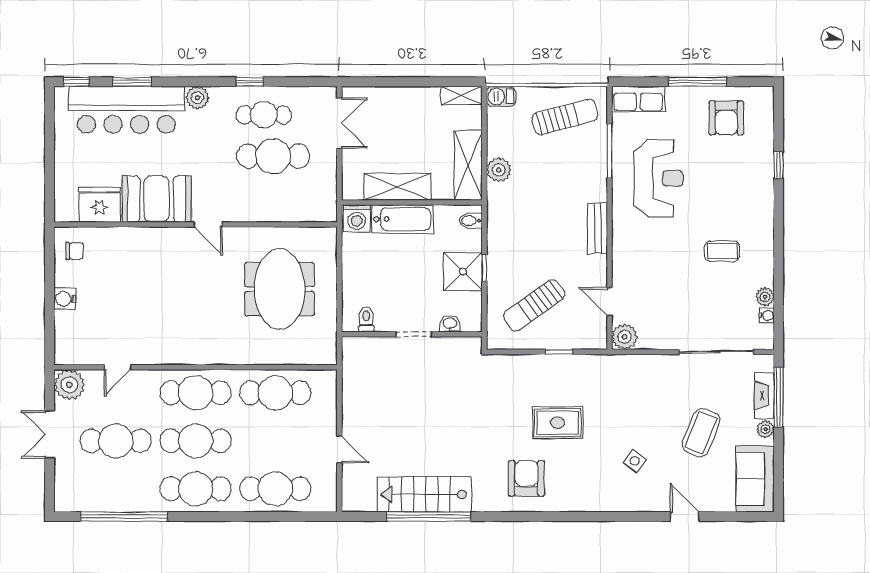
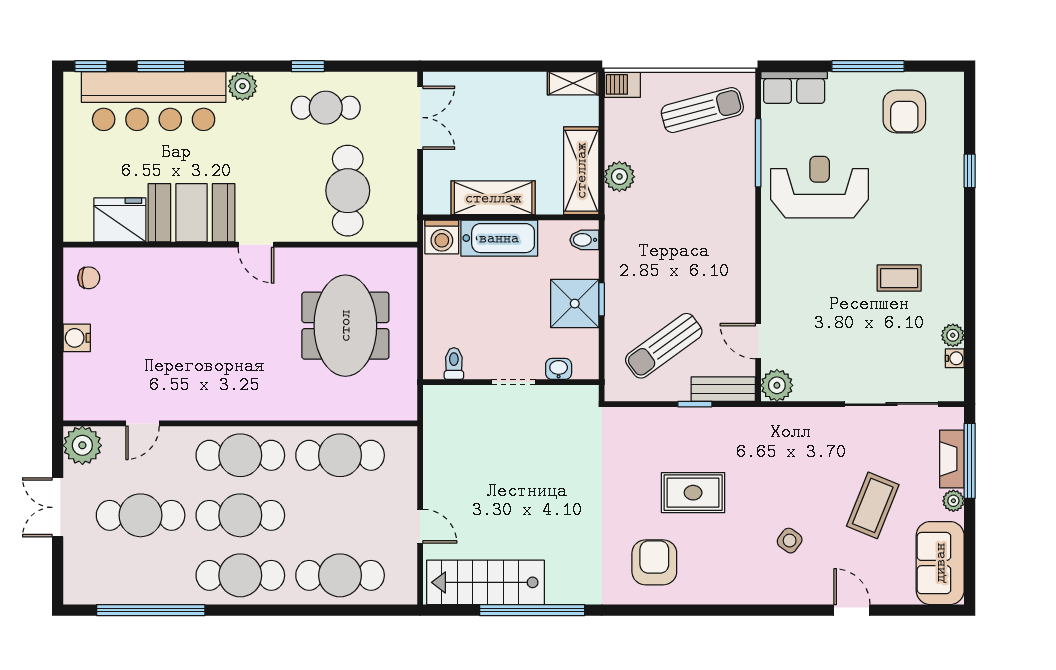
cafe table: (273, 156) -> (348, 191), moved, turned 90
reception desk: (659, 178) -> (820, 187), turned -90
bench: (598, 229) -> (723, 389), moved, turned 90
stairs: (424, 494) -> (485, 582), moved

